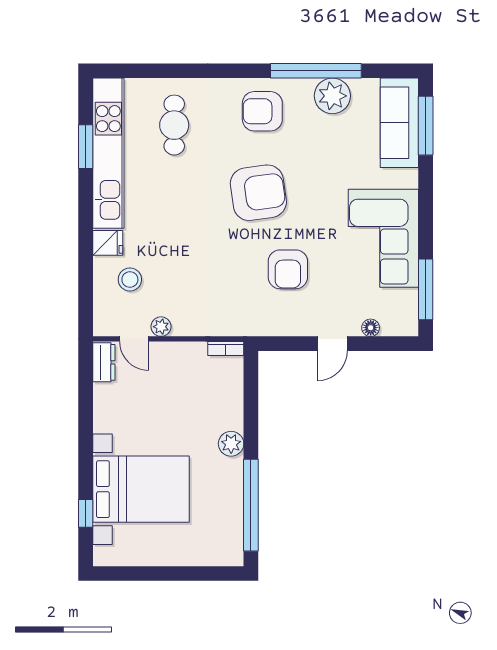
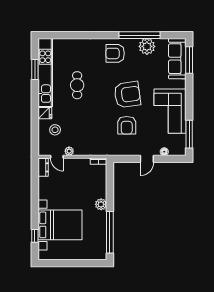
cafe table: (174, 125) -> (77, 85), moved
armchair: (258, 193) -> (127, 95), moved

